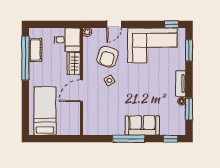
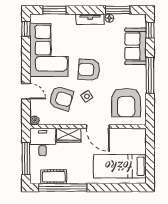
window: (52, 24) -> (26, 159), added
armchair: (134, 82) -> (89, 70), added
armchair: (104, 117) -> (126, 103), added
sofa: (142, 125) -> (136, 46), moved

